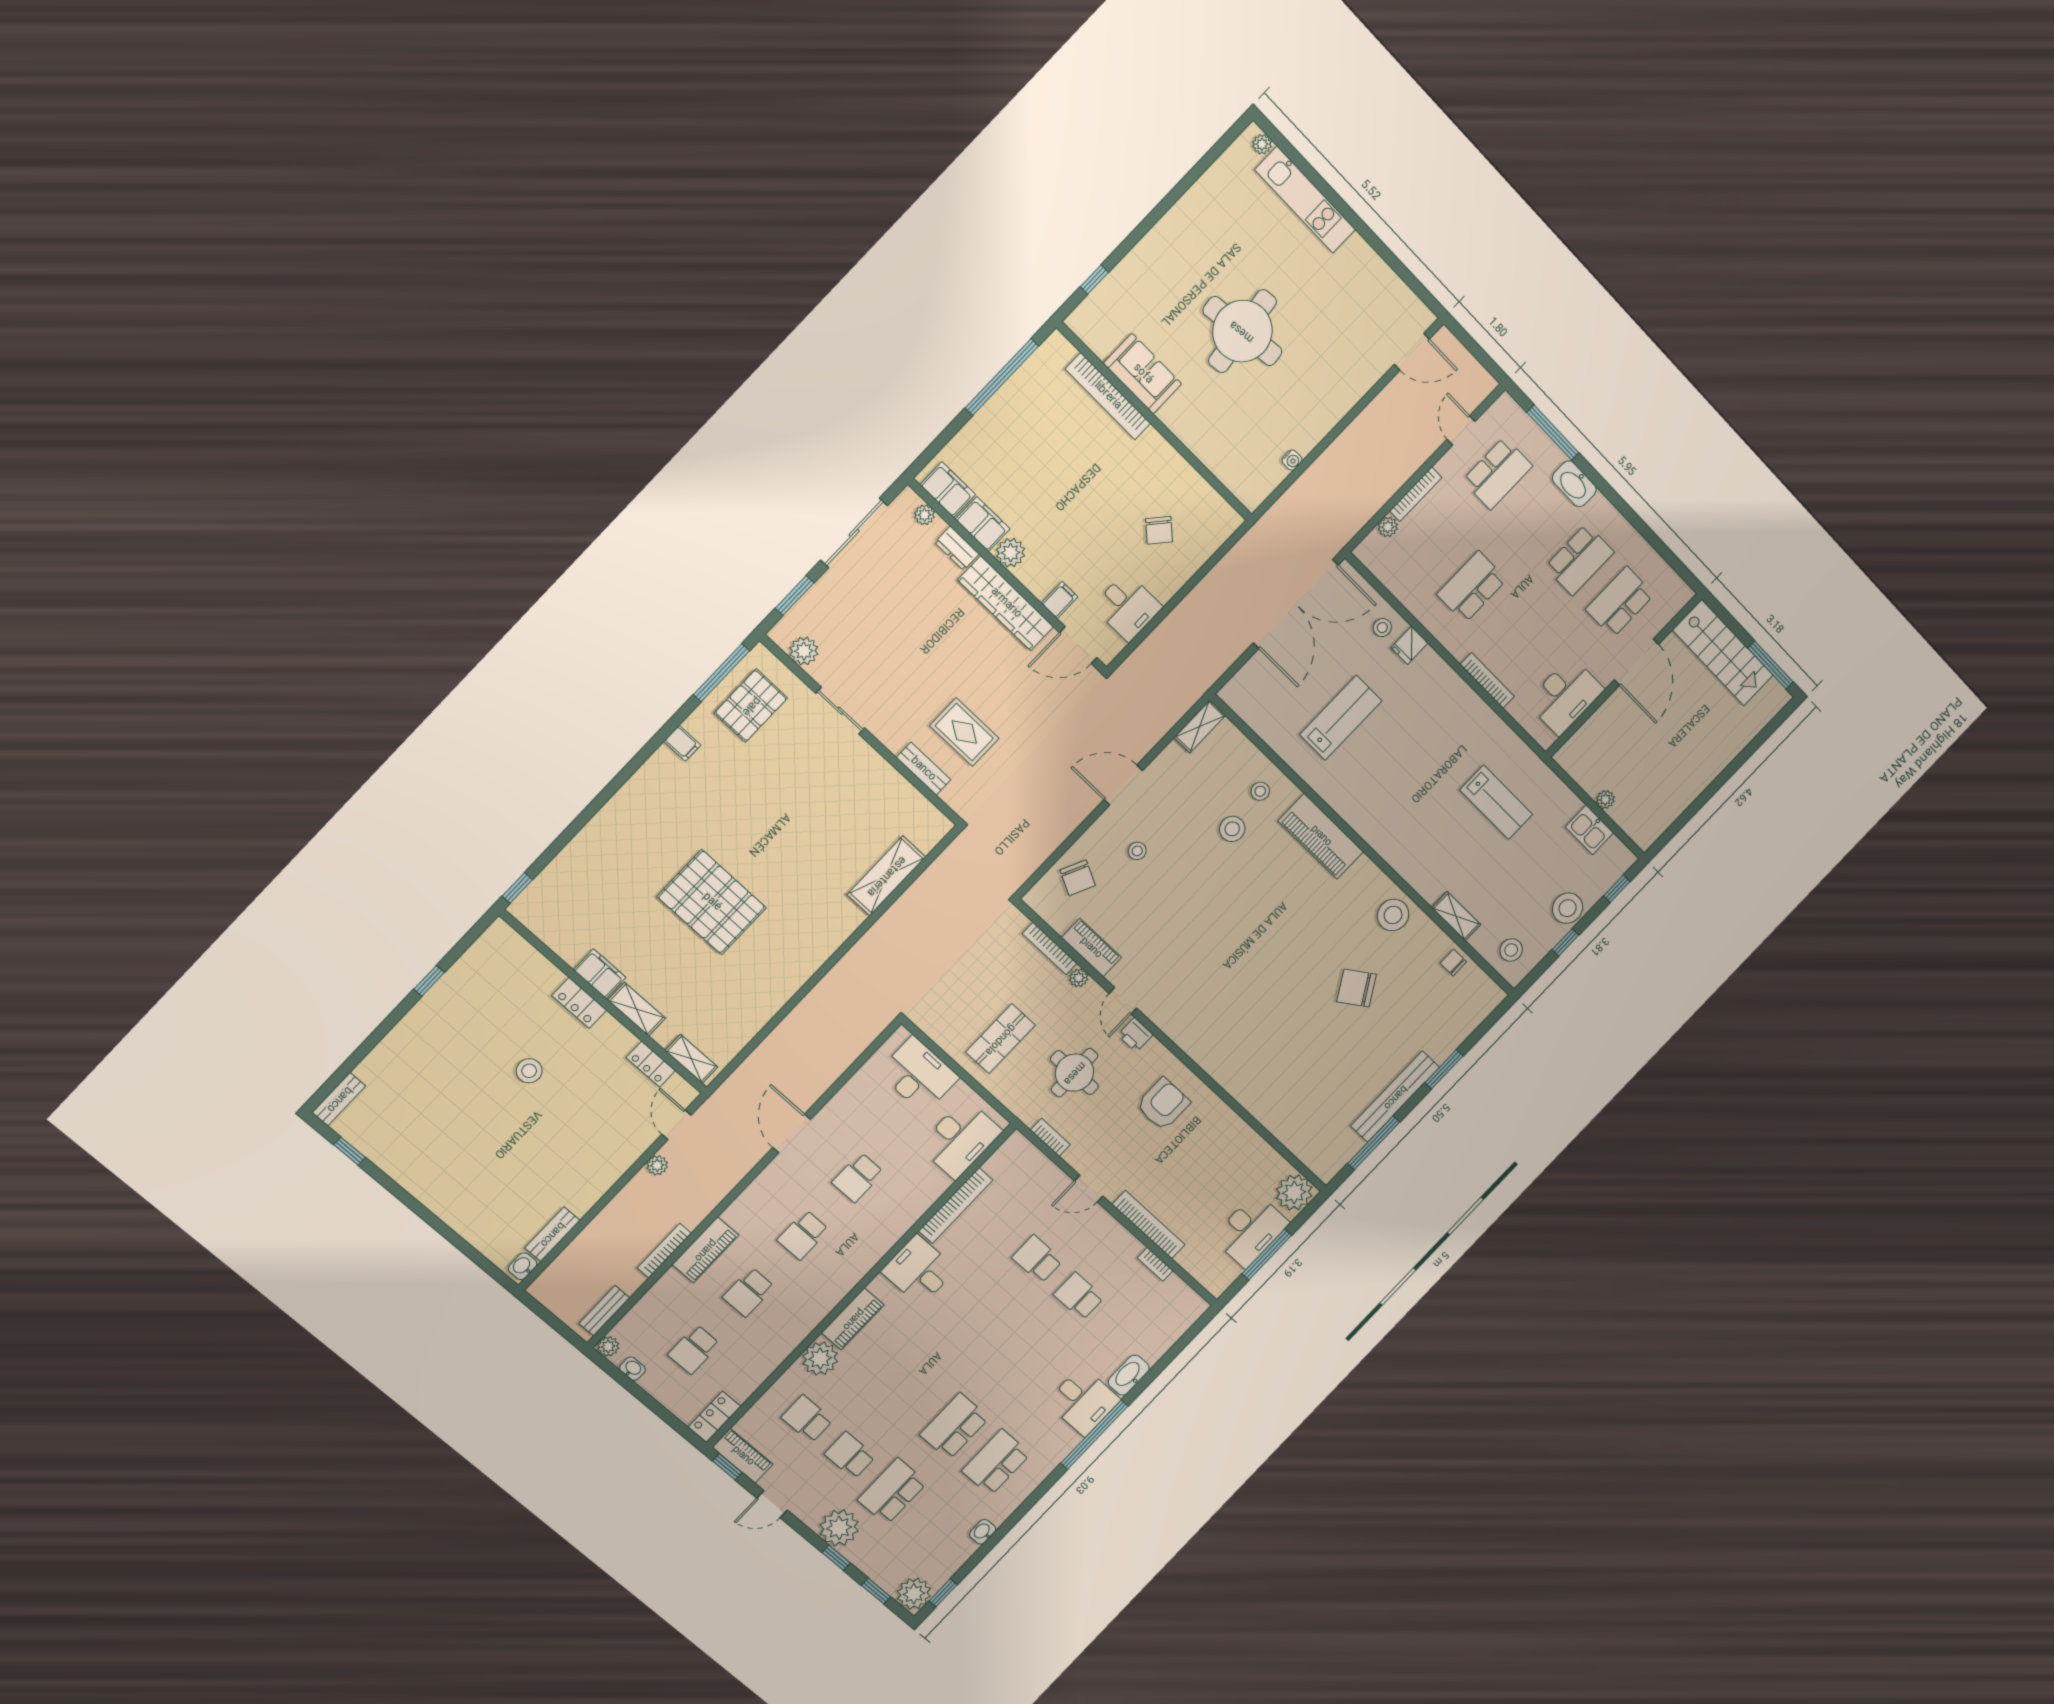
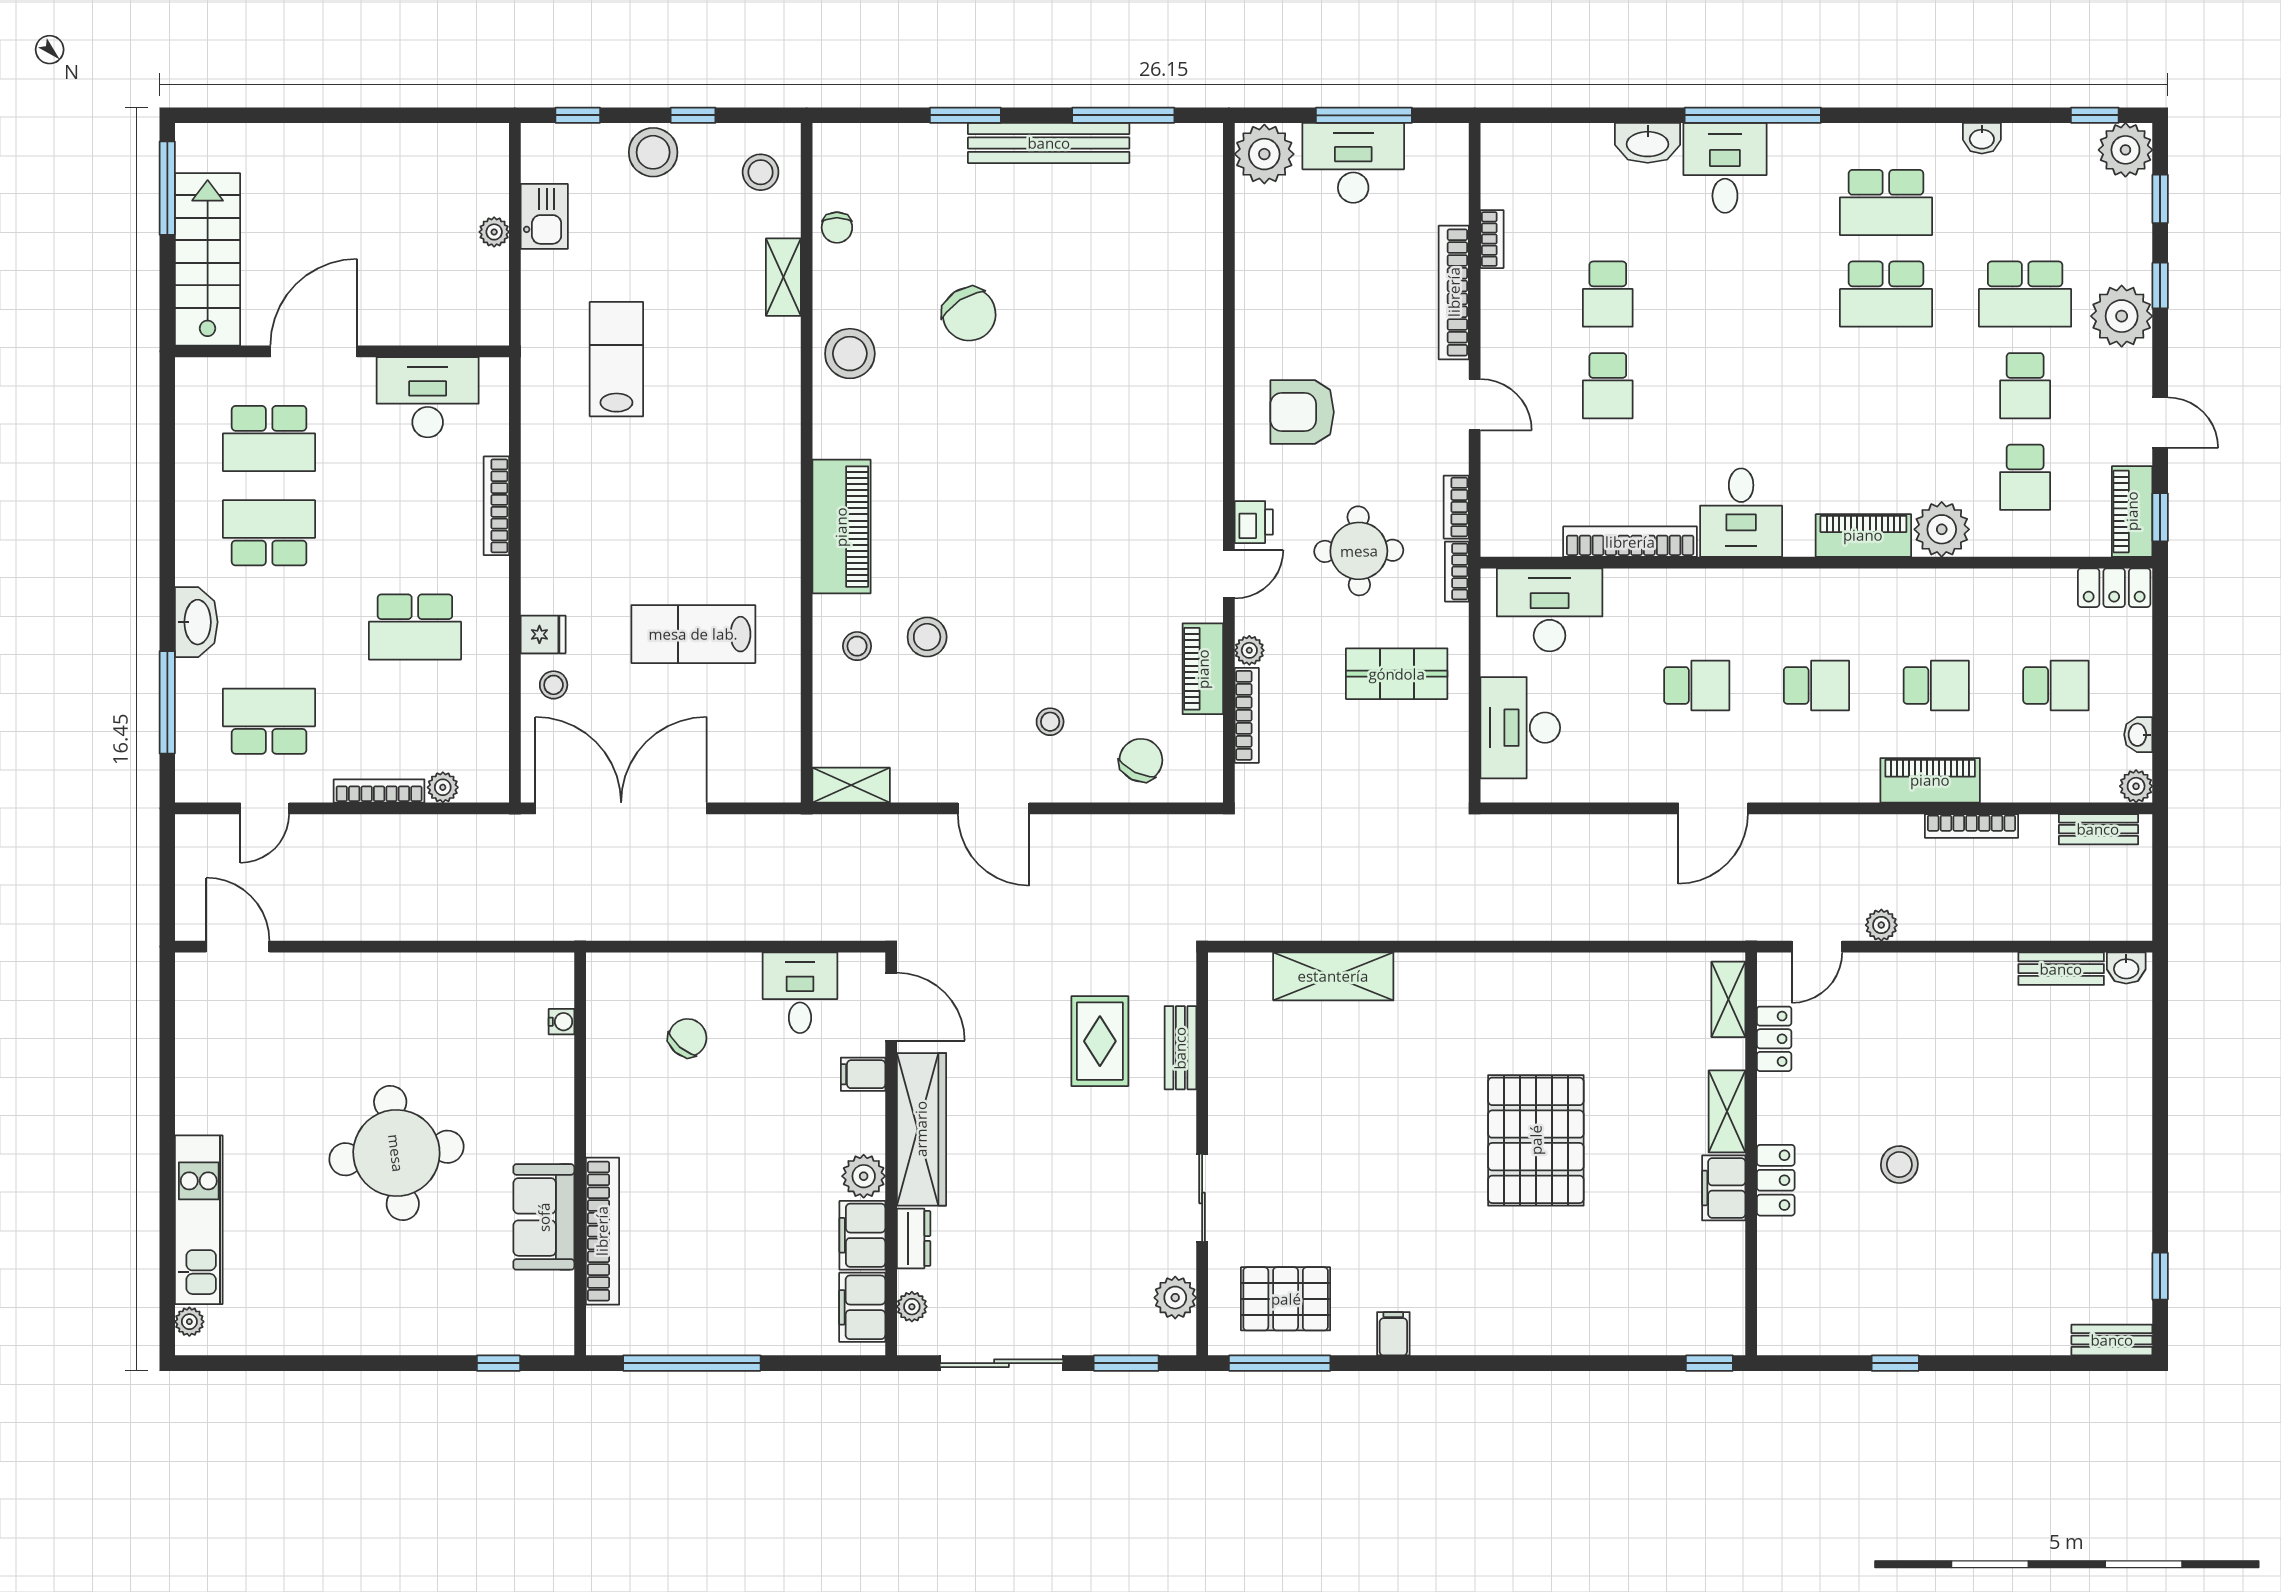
water cooler: (1292, 460) -> (561, 1022), moved, turned 90
bookcase: (1020, 1111) -> (1457, 572), added

